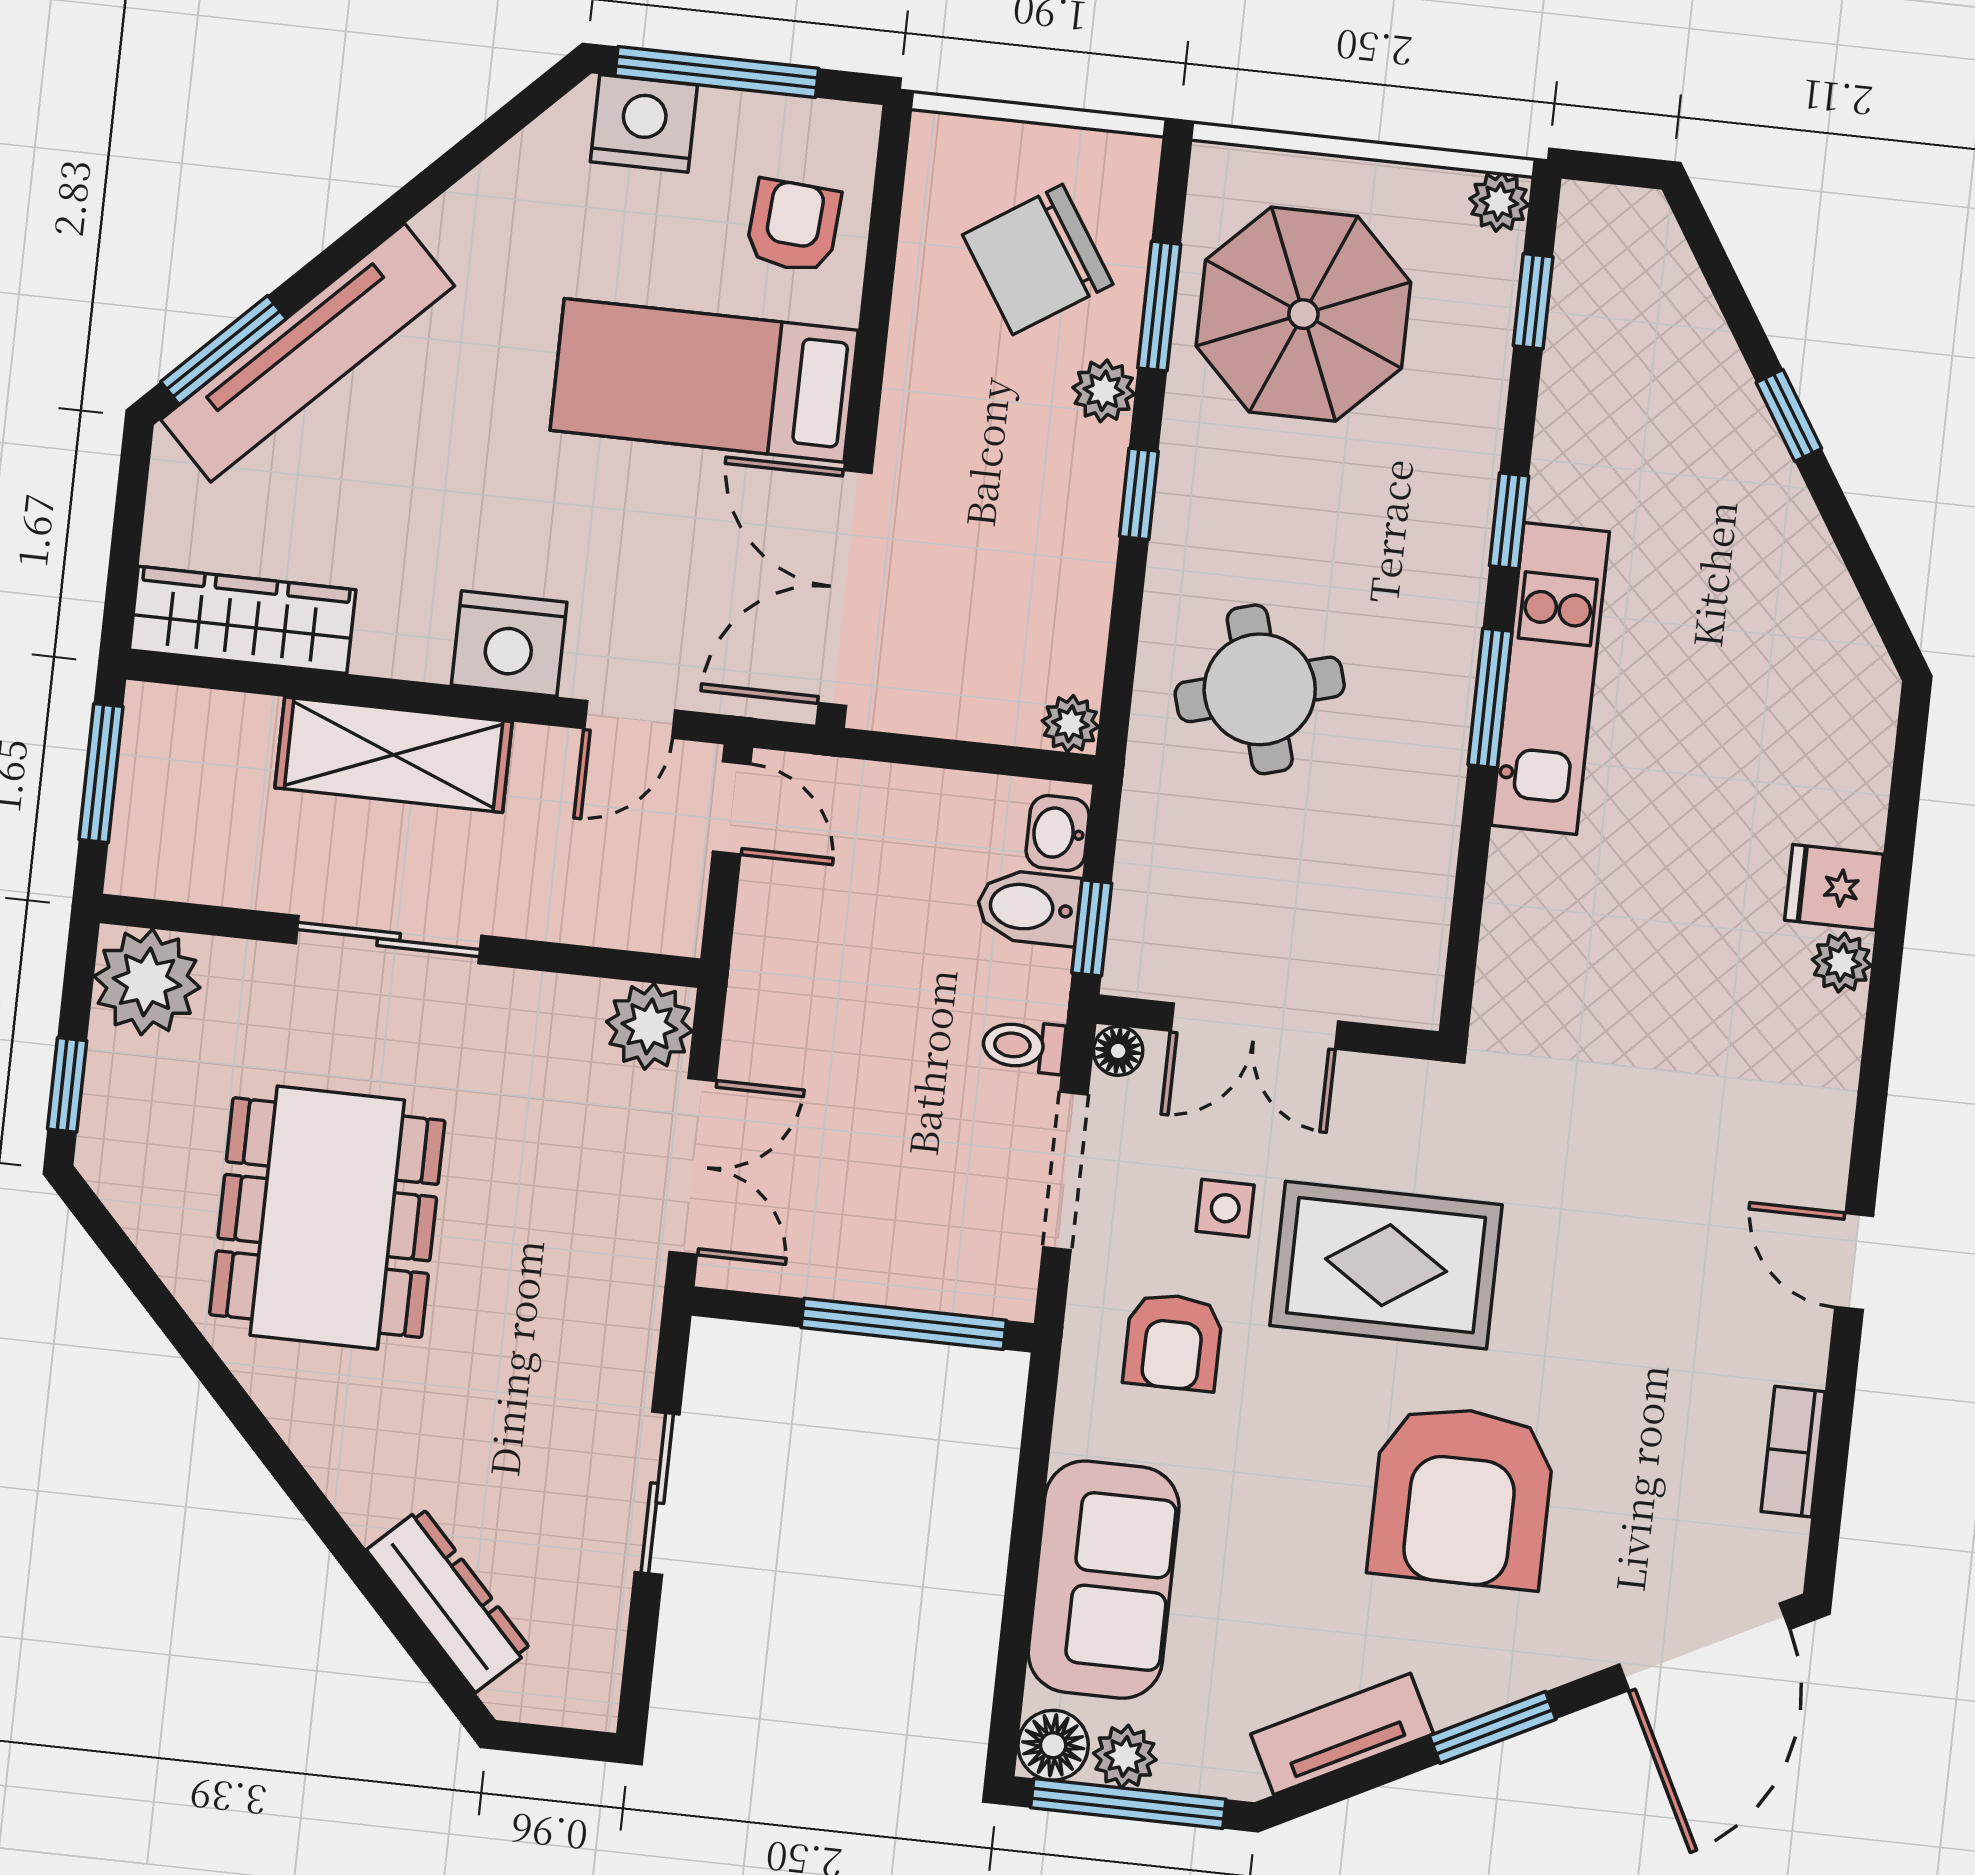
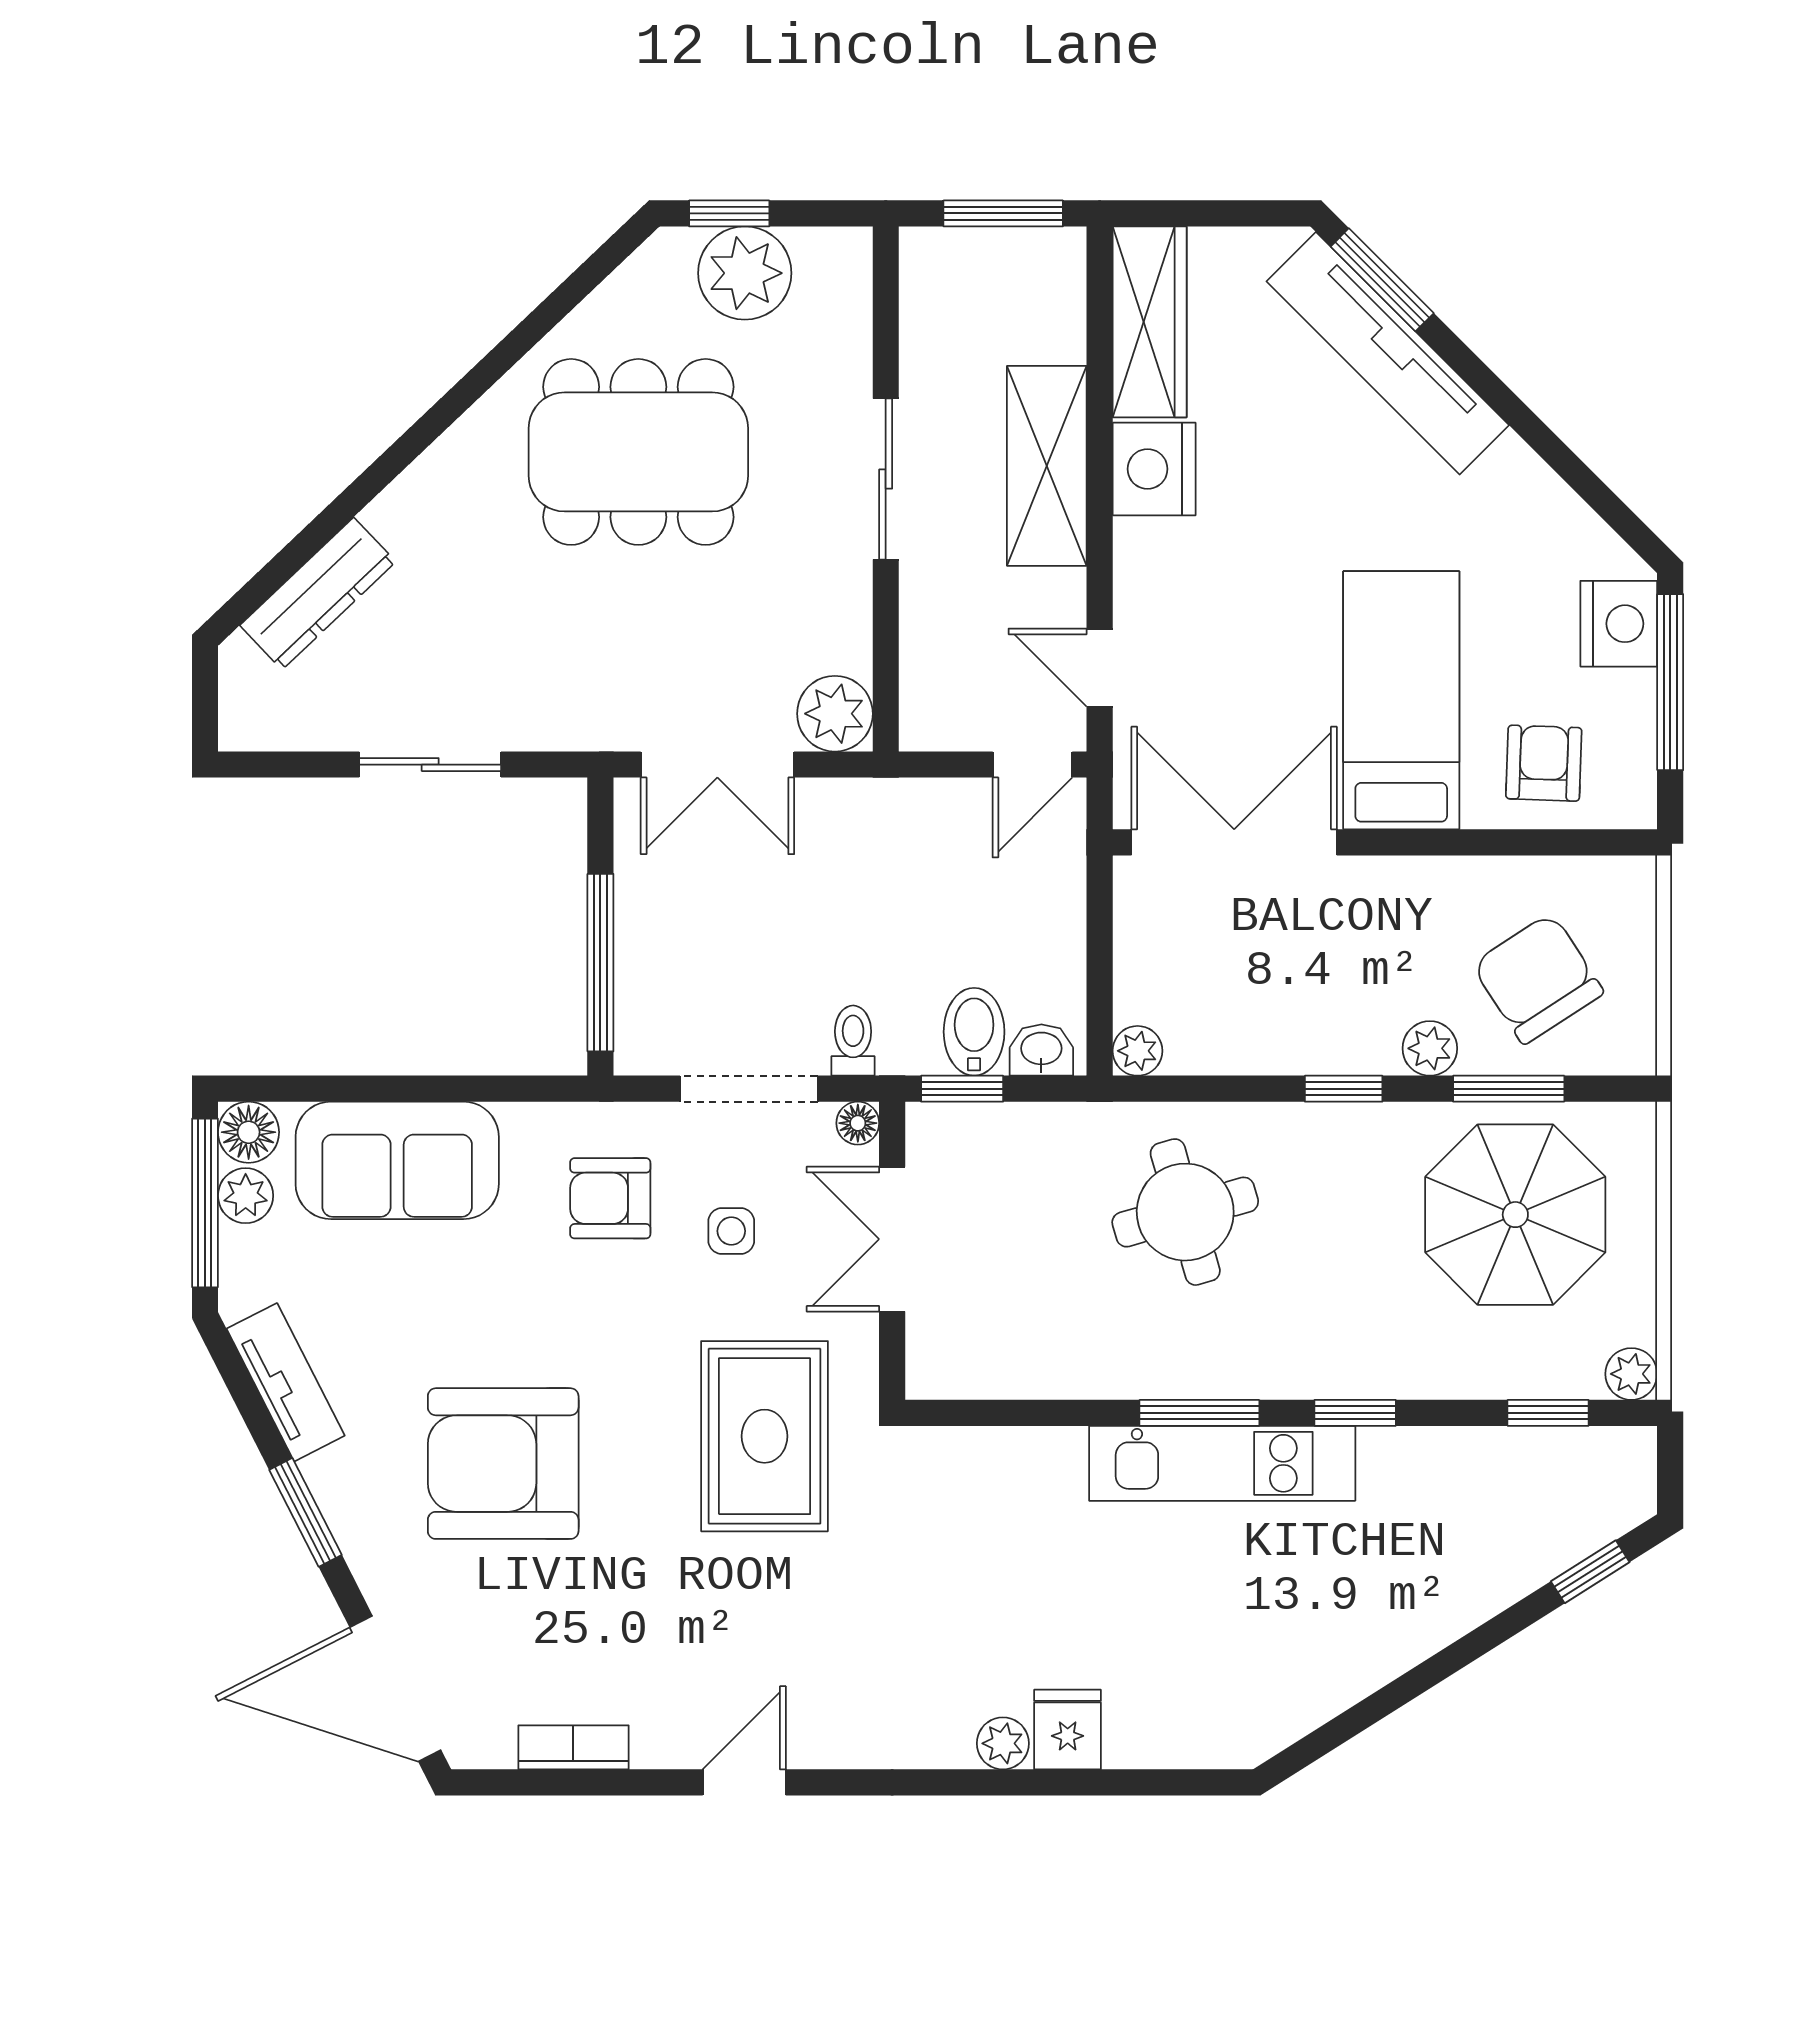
armchair: (793, 226) -> (1544, 763), turned -92
window: (1789, 416) -> (1590, 1572), moved
nightstand: (509, 644) -> (1154, 469), moved
plant: (147, 982) -> (745, 273), moved
rug: (1386, 1265) -> (764, 1436), moved

